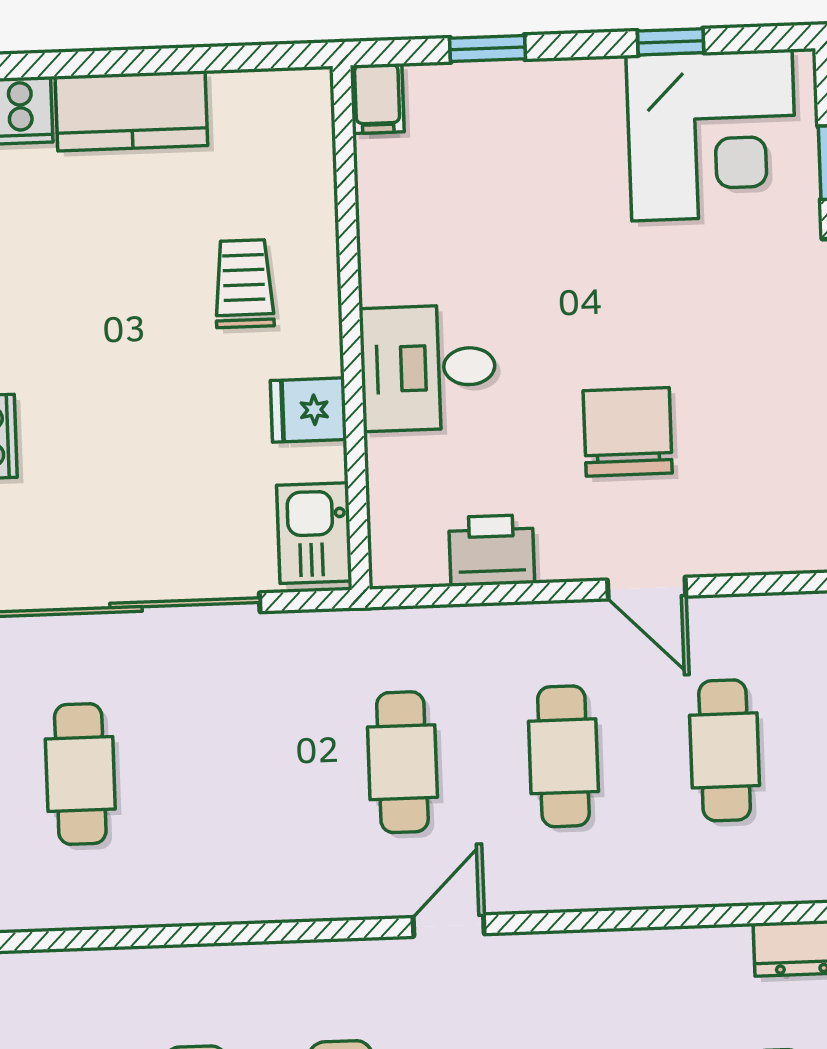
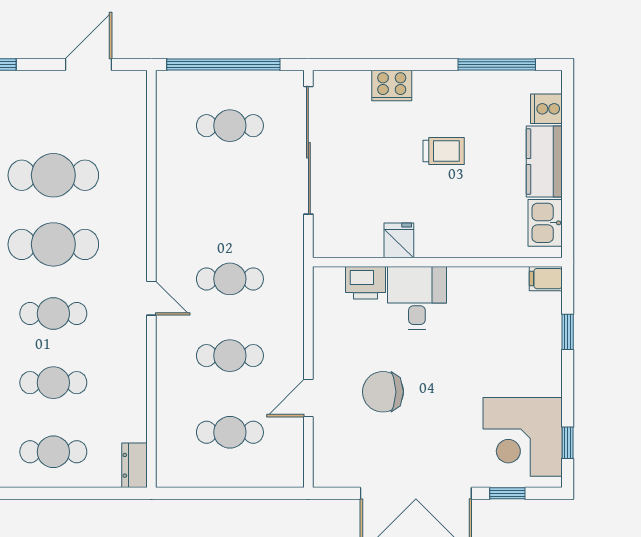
window: (671, 42) -> (568, 443), moved
trolley: (244, 284) -> (444, 151), moved
chair: (628, 432) -> (383, 392), turned 180
kitchen sink: (314, 533) -> (545, 223), moved, turned -90
printer: (492, 550) -> (365, 283), moved, turned 90

